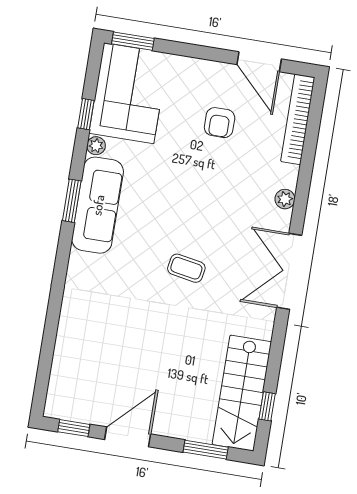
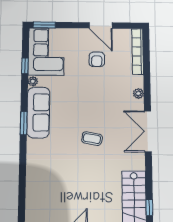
door: (259, 62) -> (101, 25), moved
window: (72, 201) -> (24, 123), moved

